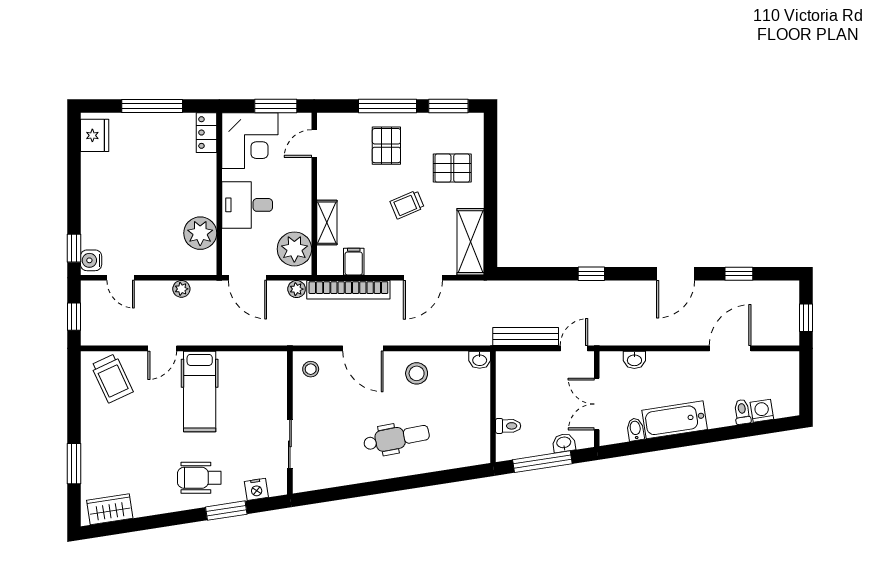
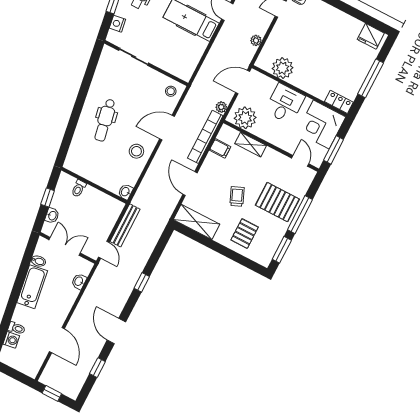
pallet: (386, 146) -> (277, 202), width x1.50, depth x1.42
window: (542, 462) -> (48, 198), width x0.46

